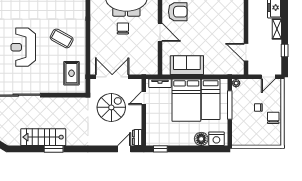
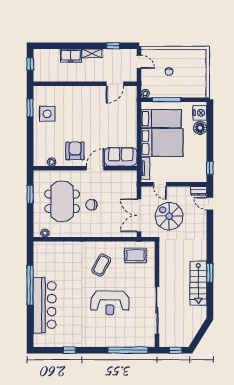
sofa: (187, 65) -> (121, 157), moved, turned 90
chair: (273, 118) -> (179, 57), removed

